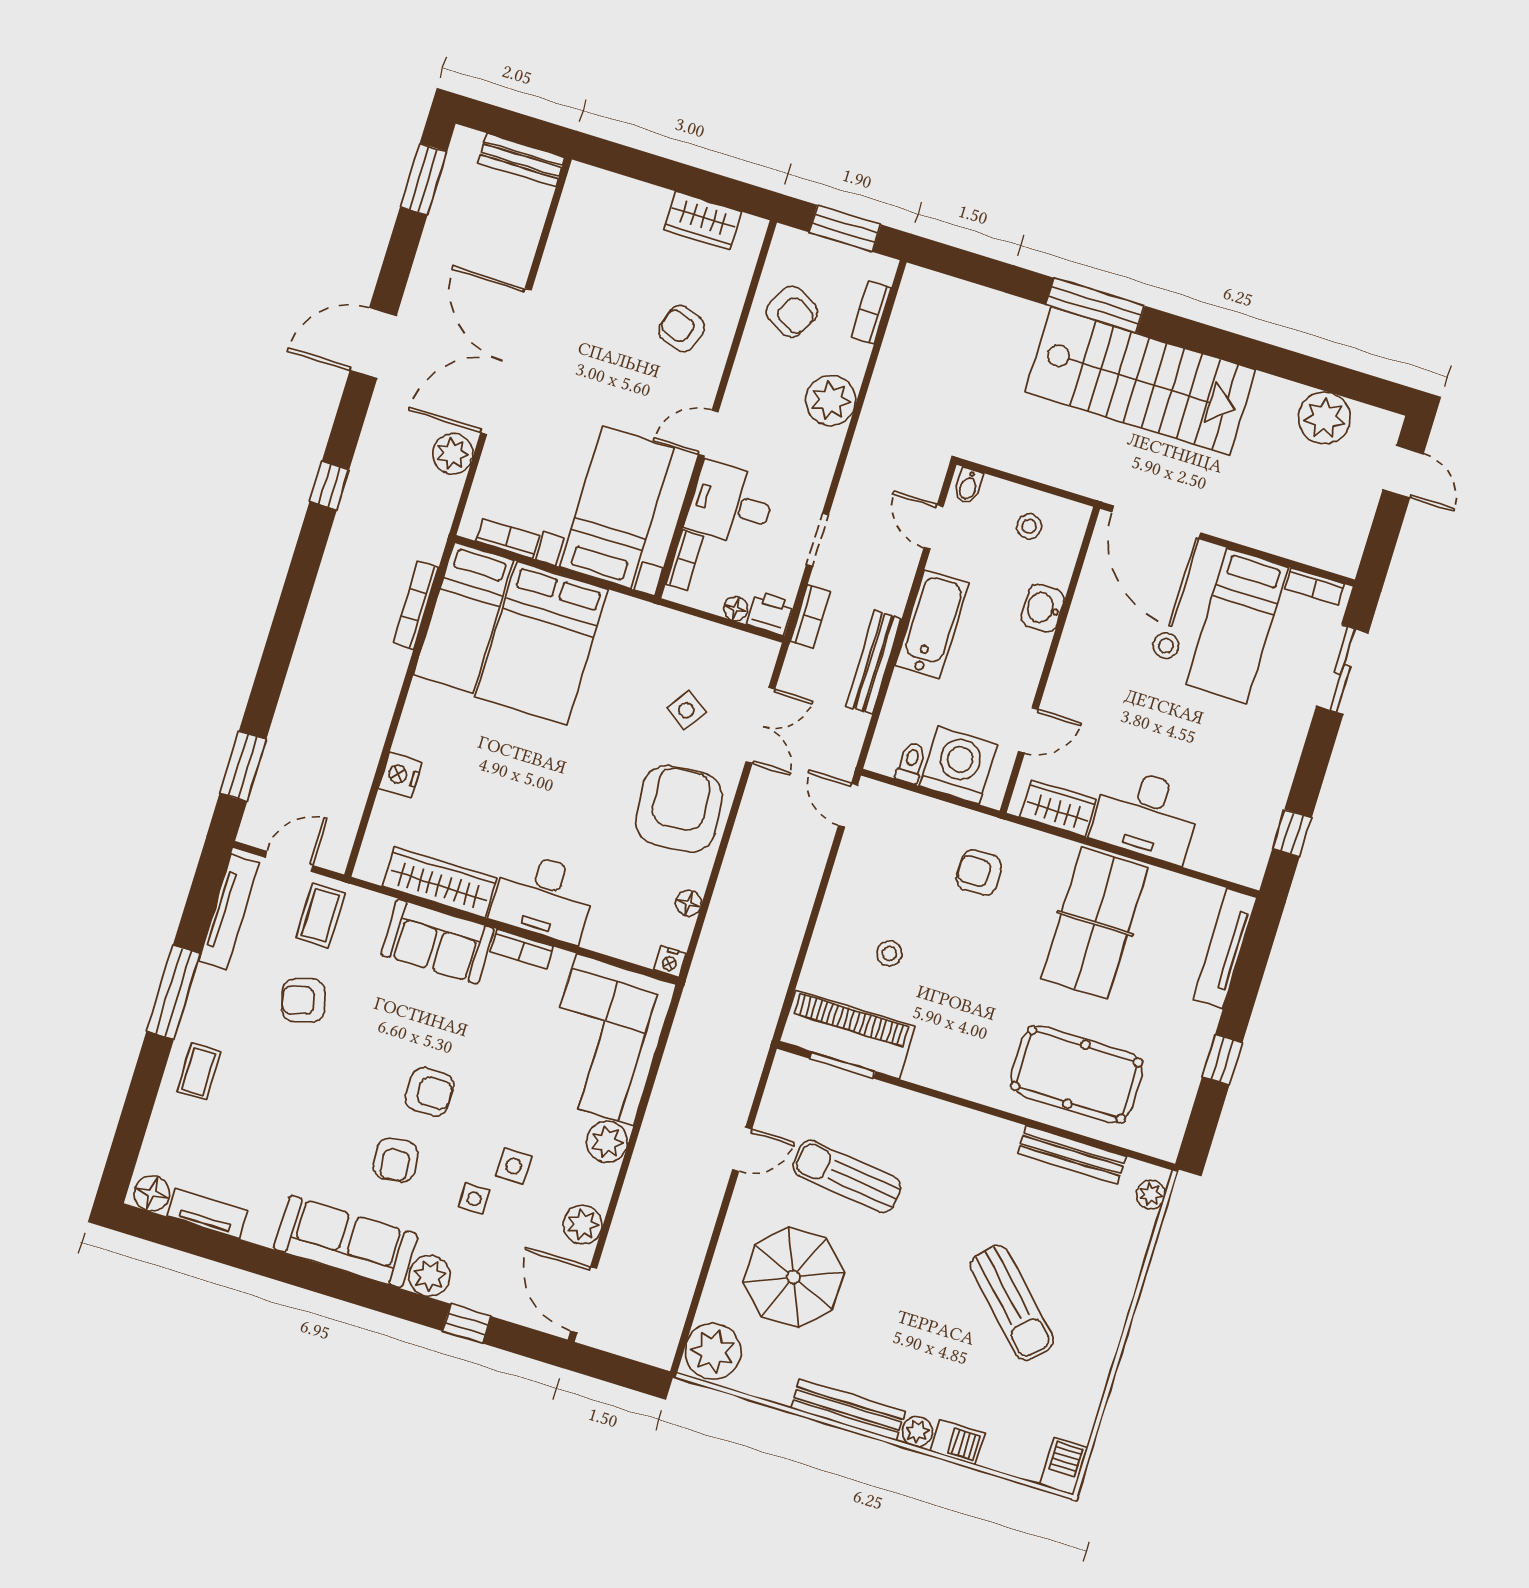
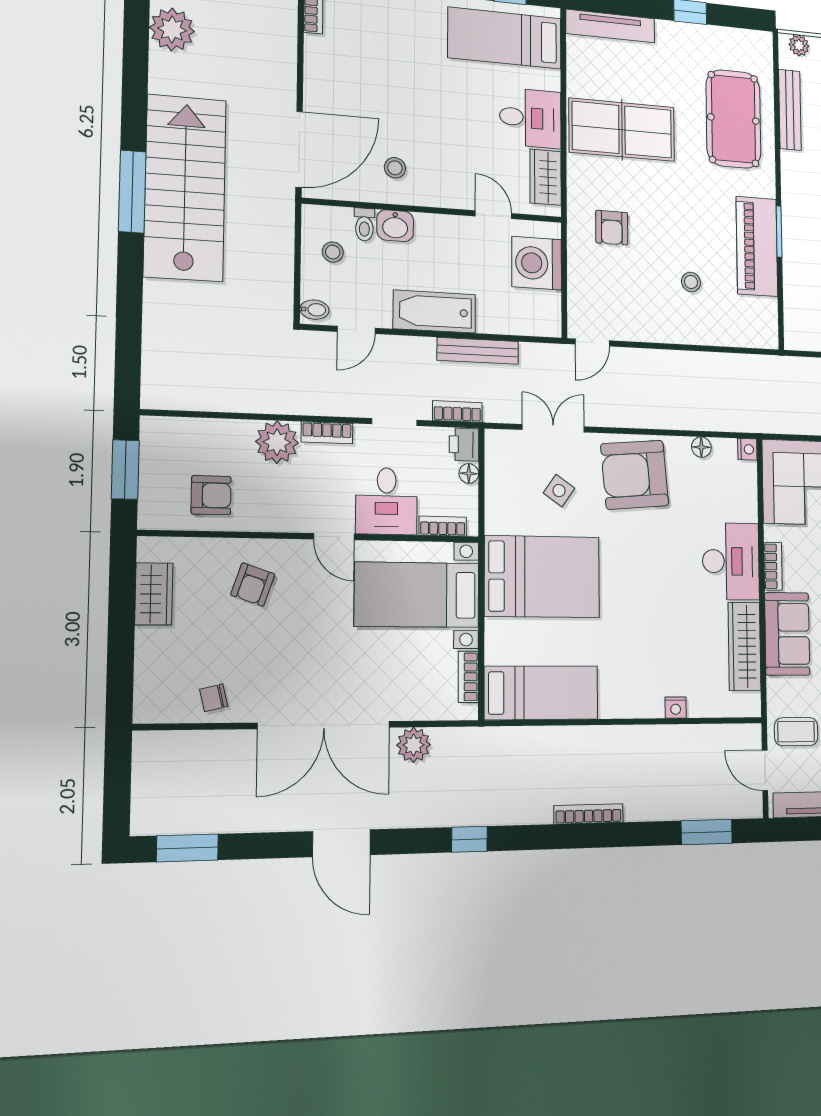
bench: (521, 160) -> (146, 768), removed
chair: (573, 252) -> (214, 698), added
window: (1095, 305) -> (132, 192), moved
armchair: (792, 312) -> (211, 495), turned 61
bookcase: (871, 313) -> (327, 433), moved
bookcase: (416, 605) -> (589, 814), moved, turned 180
bed: (1237, 626) -> (505, 38), moved, turned 180
bed: (542, 643) -> (542, 577), moved
stool: (1166, 646) -> (395, 168), moved
toilet: (911, 763) -> (364, 224), moved, turned -90
nightstand: (400, 775) -> (676, 708), width x0.72, depth x0.74
desk: (1146, 815) -> (530, 118), width x0.73
piano: (847, 1034) -> (757, 246), moved
window: (842, 1065) -> (779, 232), moved

